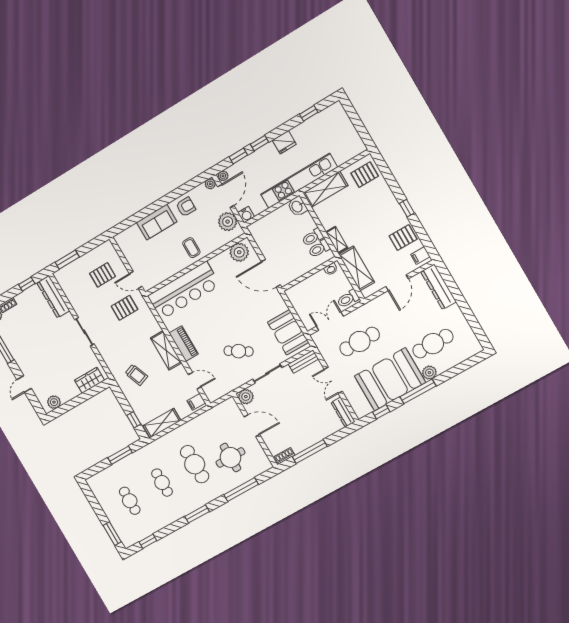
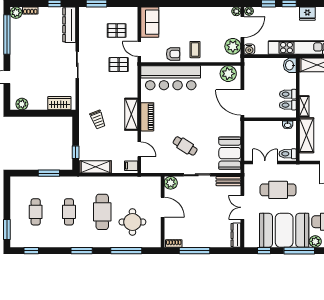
armchair: (186, 207) -> (173, 54), moved
sofa: (157, 222) -> (150, 22), moved, turned -90

